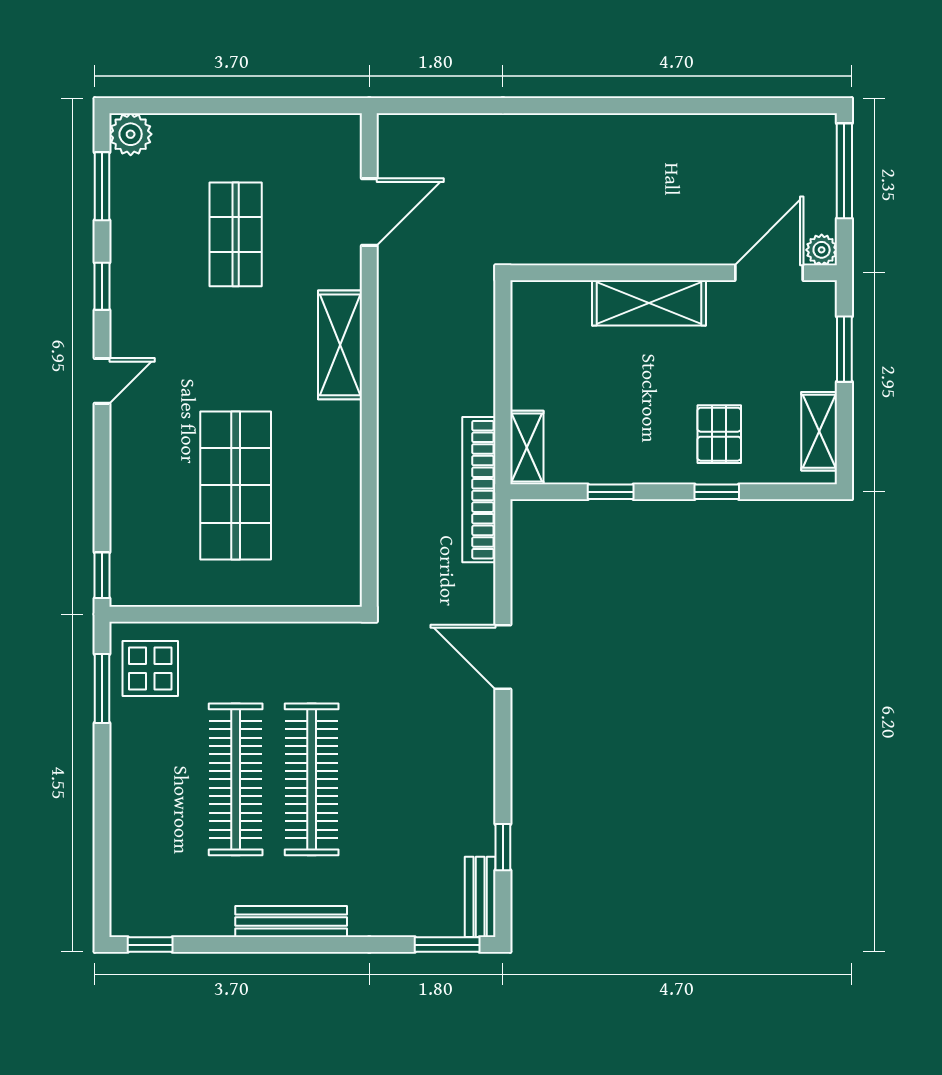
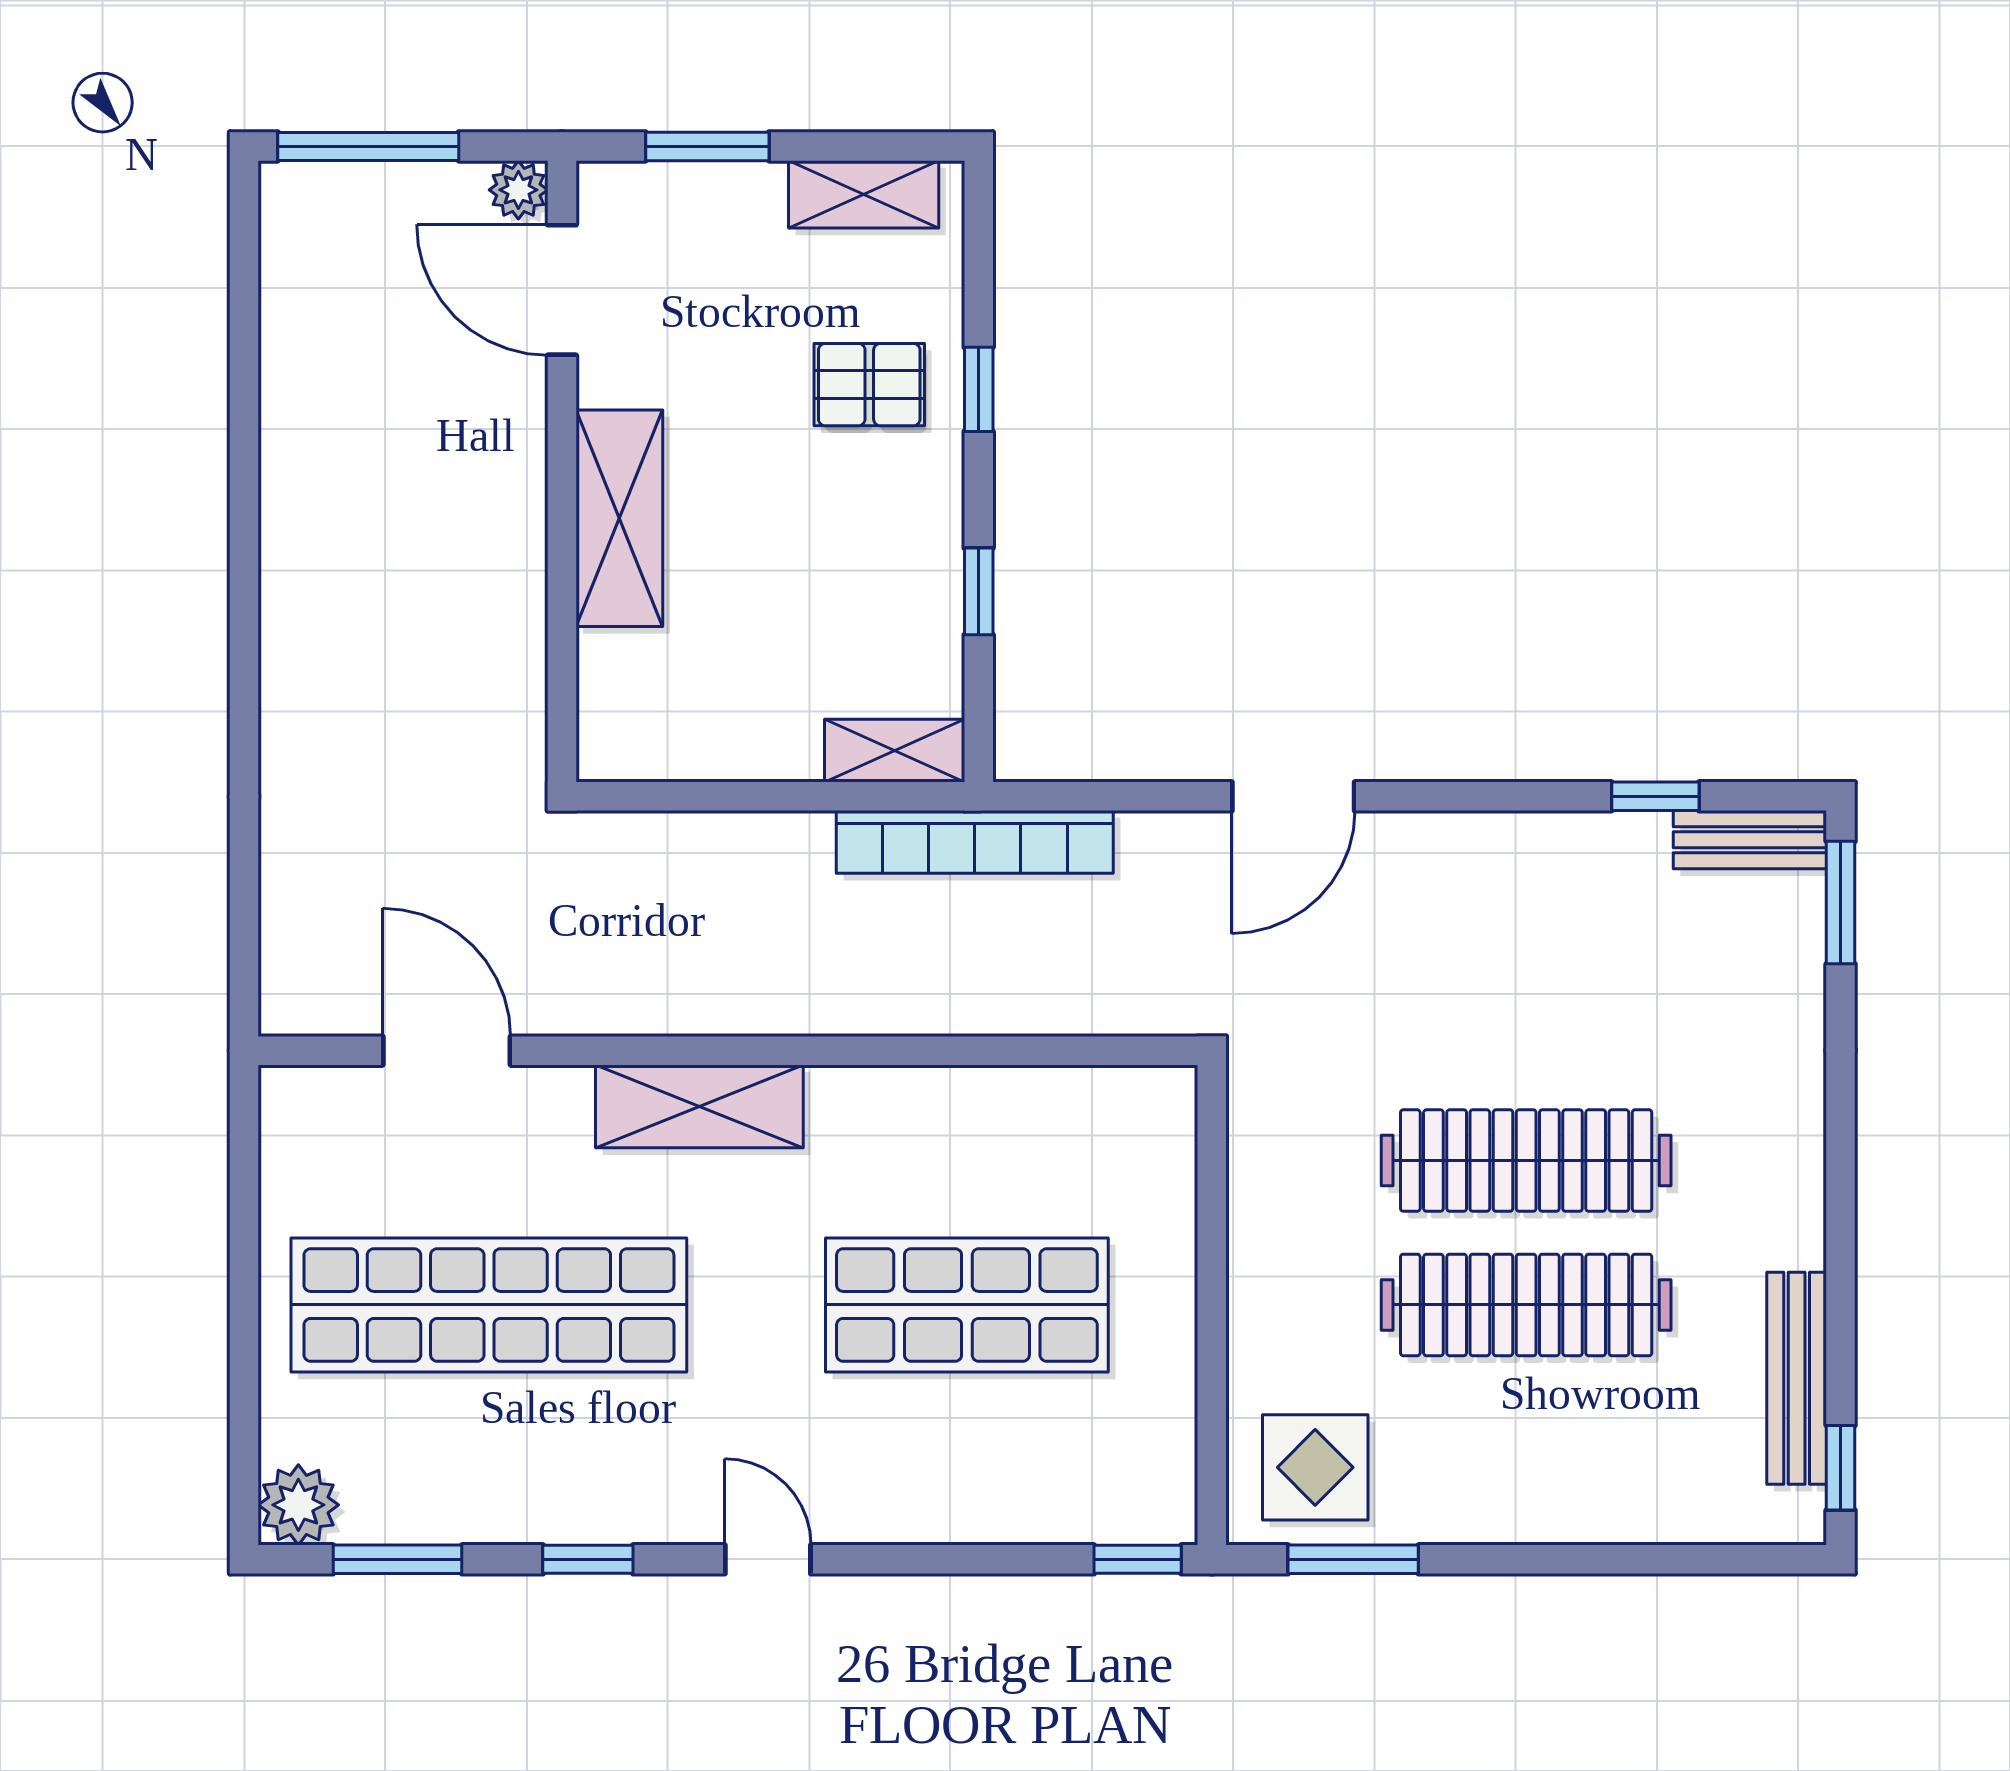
shop shelf: (236, 234) -> (489, 1305), width x2.00, depth x1.36
bench: (291, 921) -> (1797, 1378), moved

